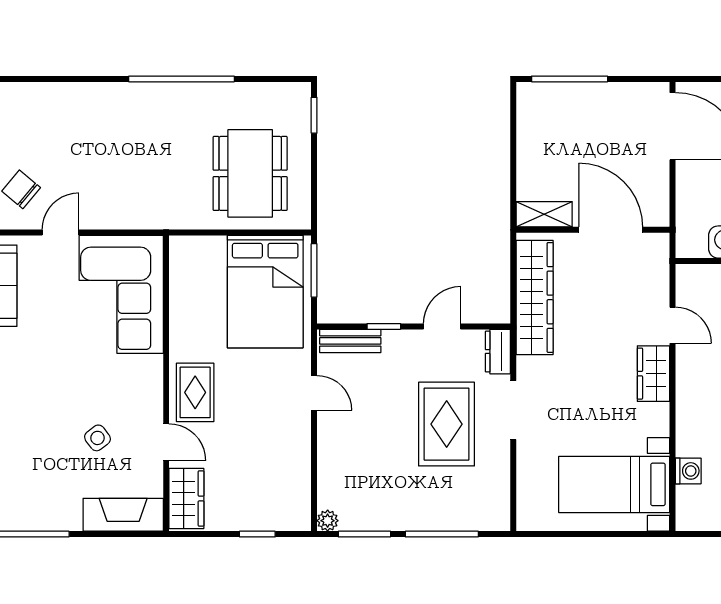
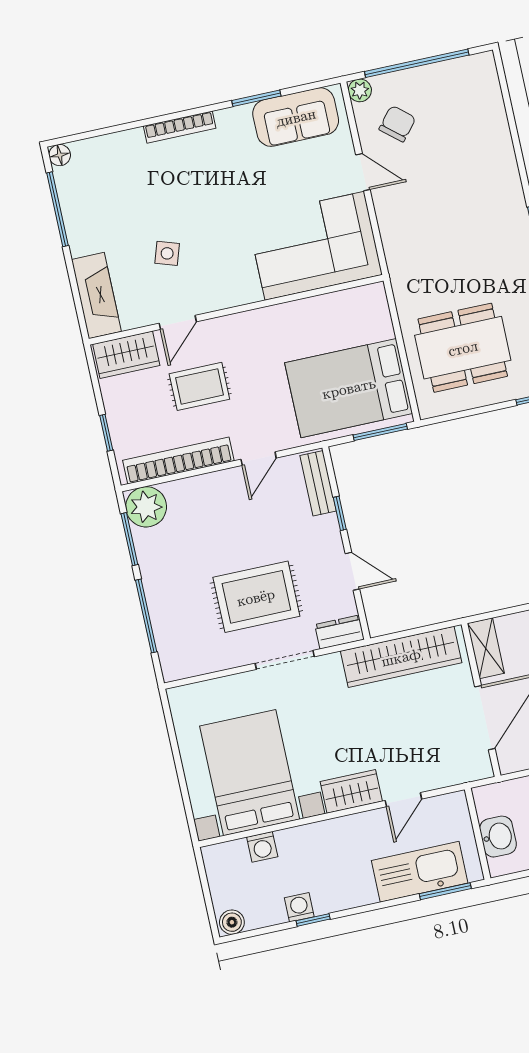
rug: (195, 392) -> (199, 386), moved
side table: (97, 438) -> (167, 253), turned -35
bookcase: (299, 471) -> (178, 460), added
bed with nightstands: (614, 484) -> (250, 773), width x1.36
plant: (328, 521) -> (146, 507), width x1.87, depth x1.87

